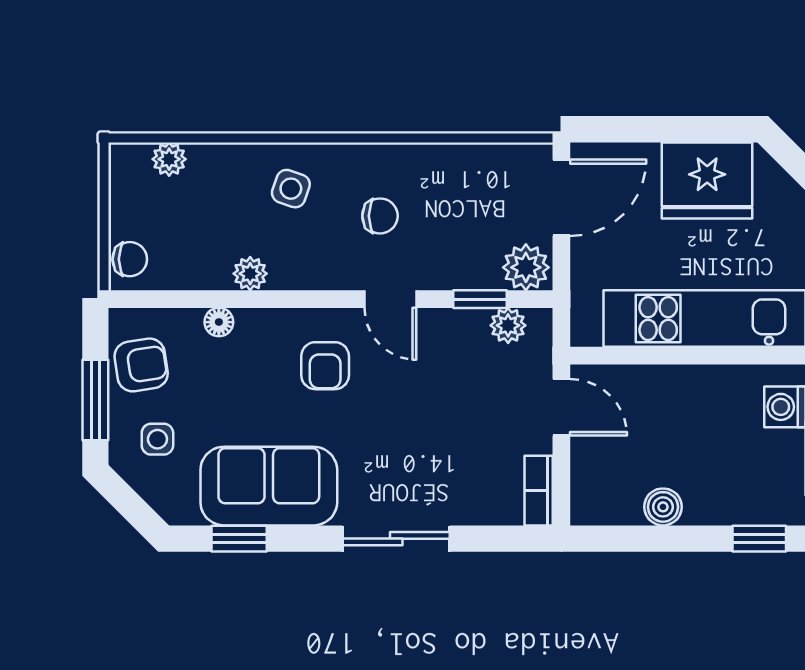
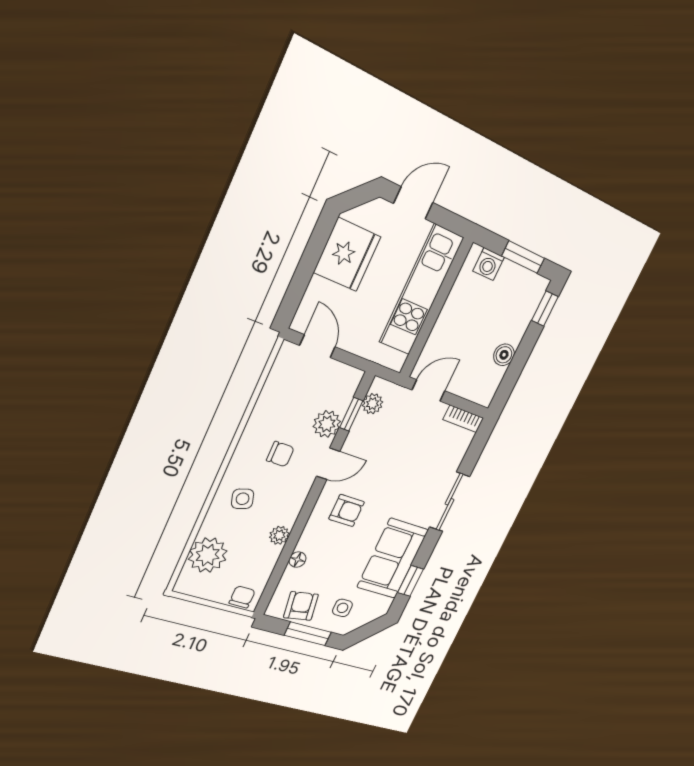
plant: (169, 159) -> (208, 555), width x1.88, depth x1.88
side table: (291, 189) -> (243, 499), turned -35
door: (561, 198) -> (317, 346), width x0.73
chair: (380, 216) -> (280, 454), turned 90
plant: (526, 267) -> (327, 424), moved

